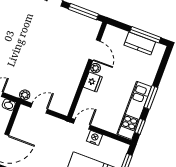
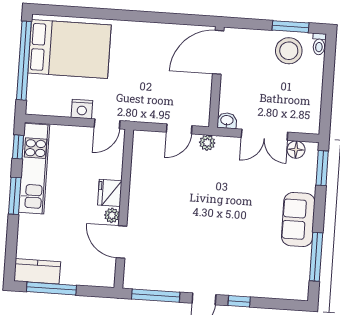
kitchen counter: (140, 44) -> (37, 271), moved

